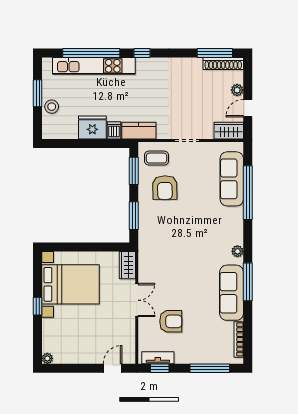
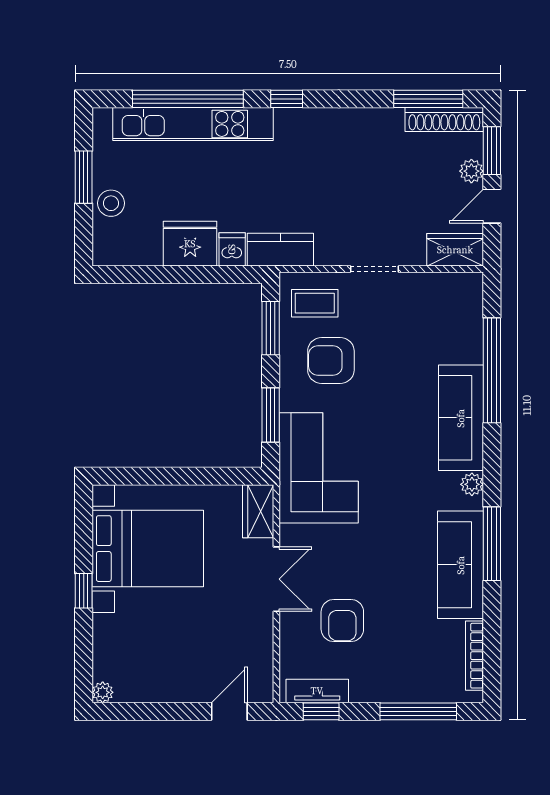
window: (248, 80) -> (492, 151), added
sofa: (232, 179) -> (461, 418), moved
armchair: (165, 188) -> (331, 361), turned 91
corner sofa: (159, 243) -> (319, 468), added
armchair: (171, 321) -> (342, 621), turned 90

